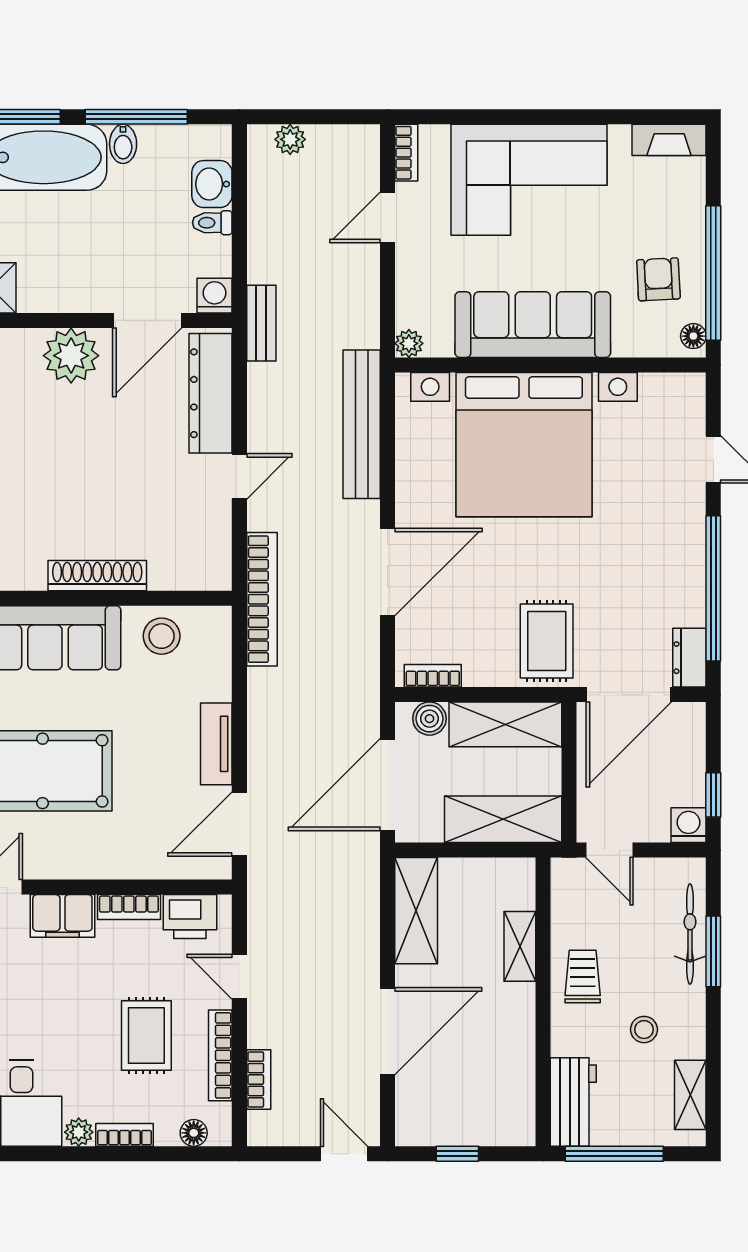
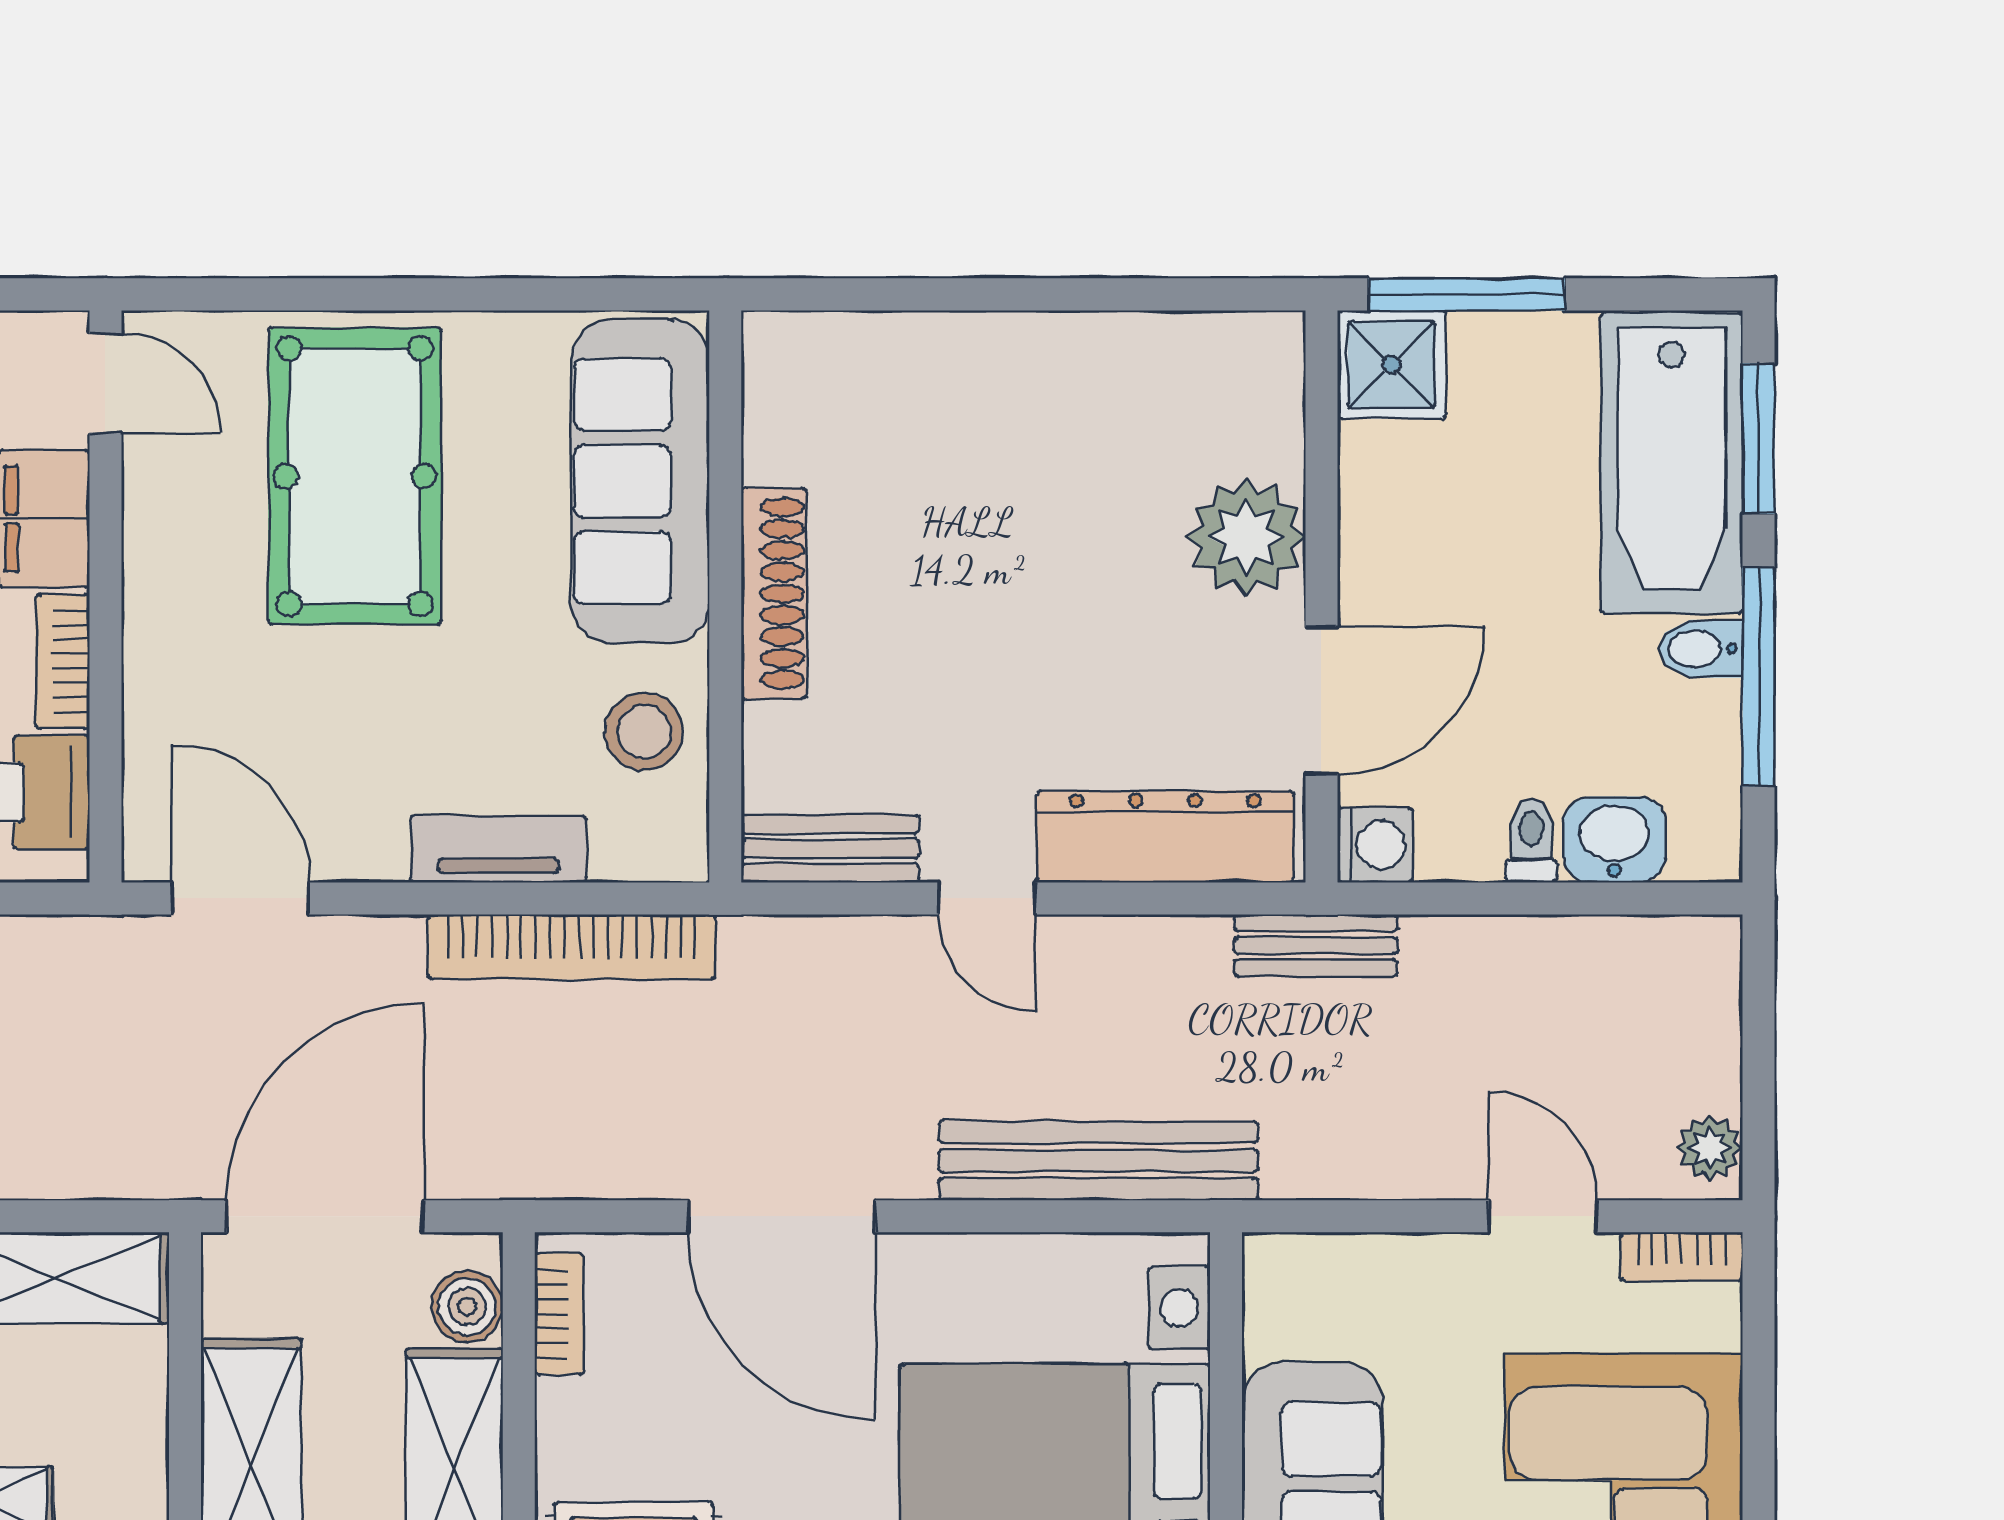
plant: (290, 139) -> (1710, 1148), moved
door: (147, 321) -> (1321, 701), swing flipped
plant: (409, 343) -> (1272, 1262), removed
bench: (216, 549) -> (830, 849), added
bookcase: (262, 599) -> (572, 947), moved
tv unit: (216, 744) -> (498, 849), moved
door: (387, 785) -> (326, 1216), hinge flipped

